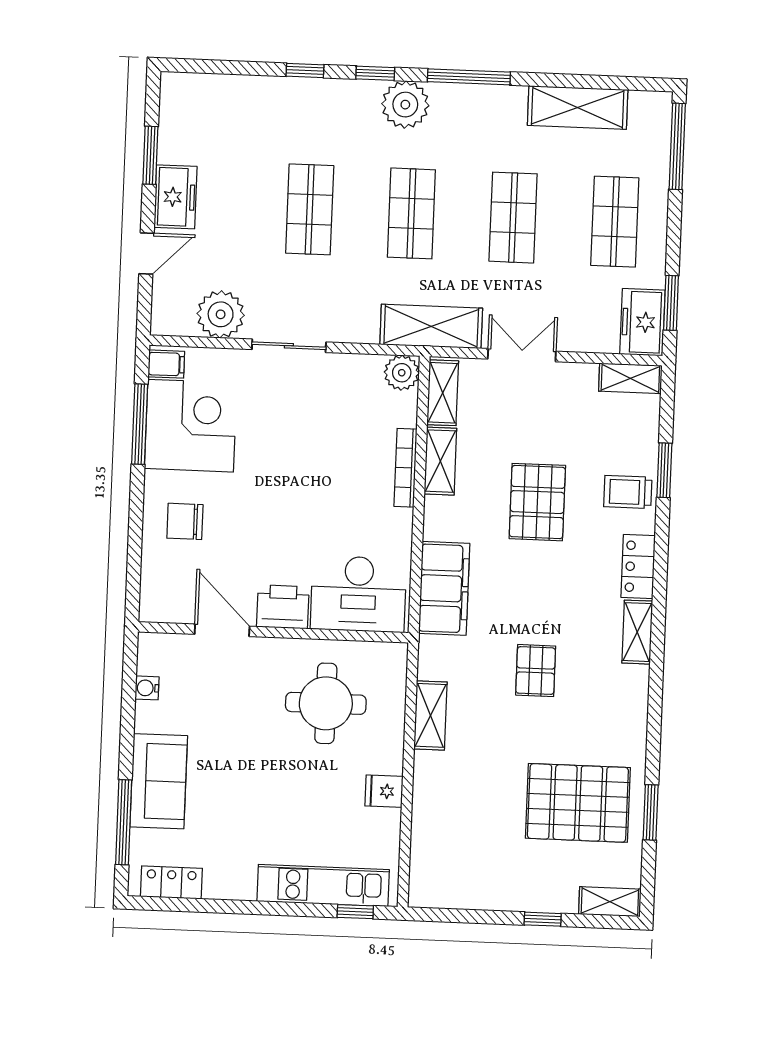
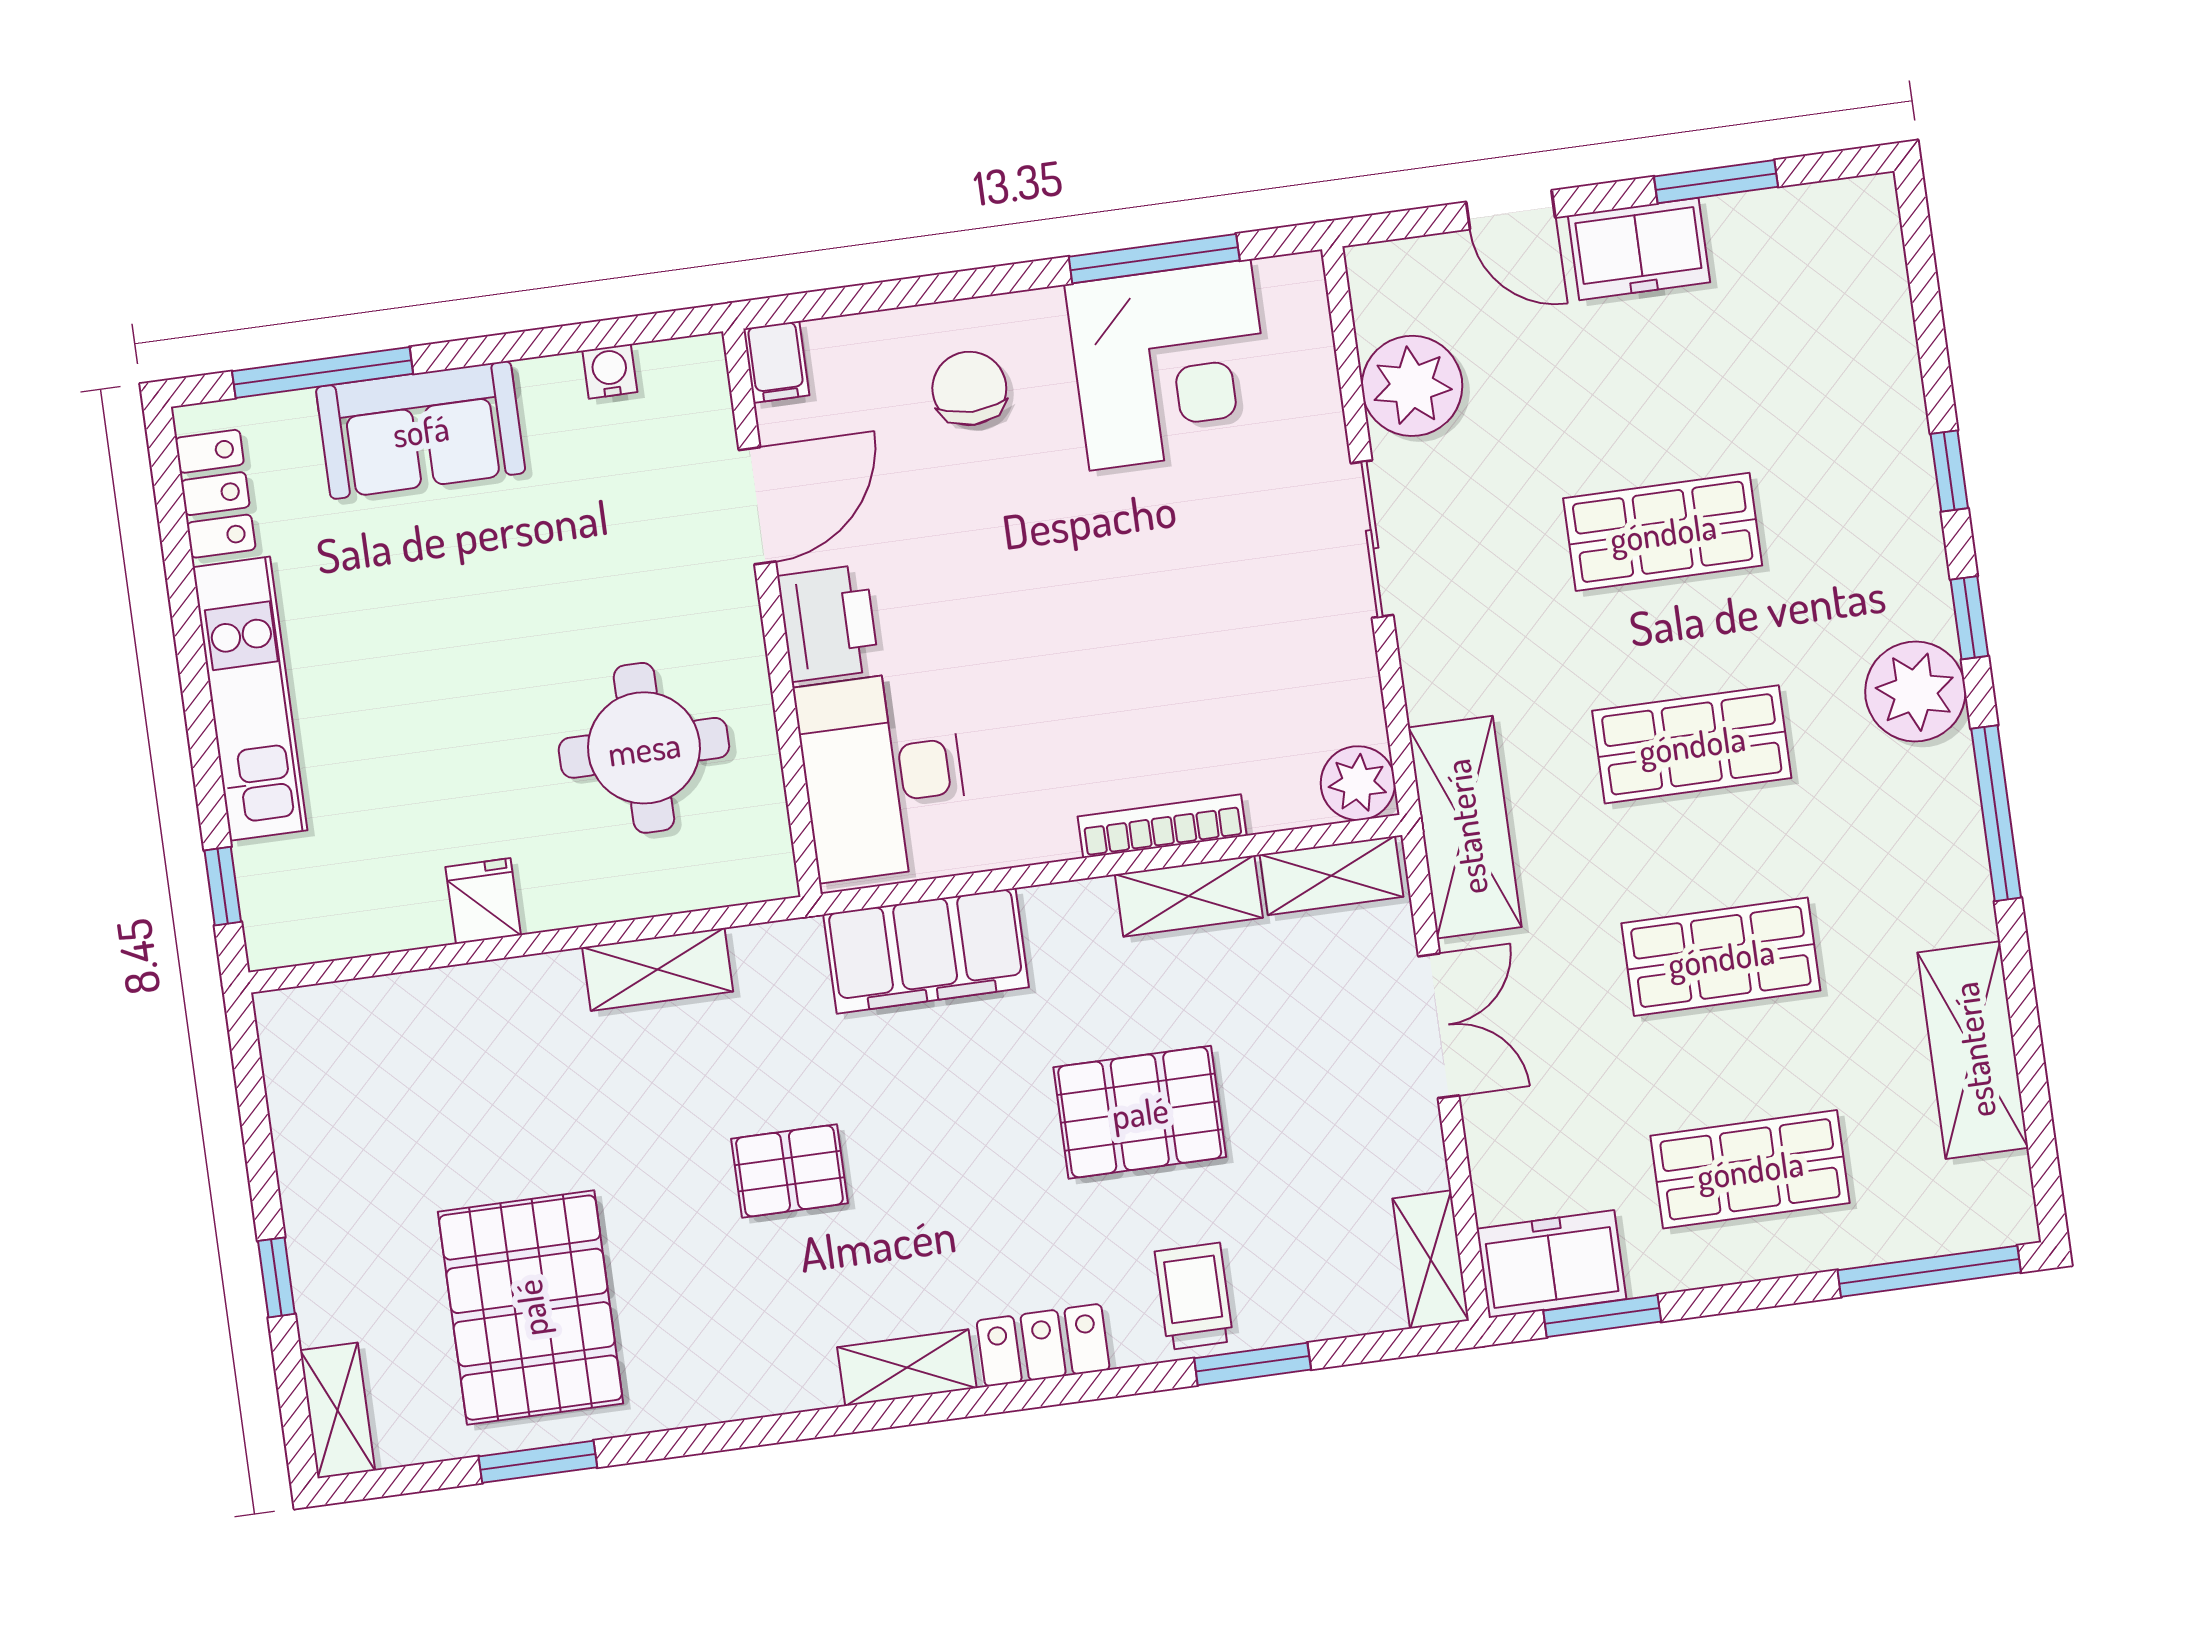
filing cabinet: (166, 364) -> (776, 362), moved
kitchen unit: (323, 885) -> (250, 699), moved

